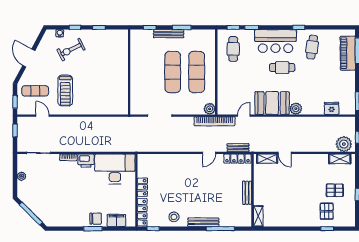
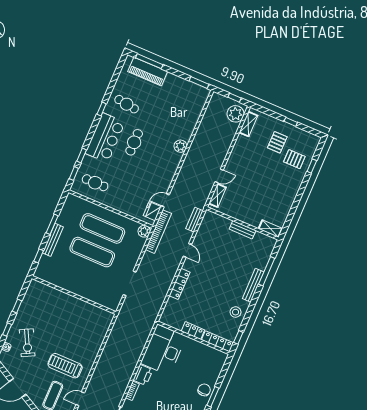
treadmill: (65, 91) -> (65, 366), turned 180
booth: (272, 103) -> (165, 167), removed
fridge: (332, 108) -> (152, 211), moved
door: (244, 116) -> (165, 200), hinge flipped
locker: (237, 159) -> (180, 284), moved
filing cabinet: (116, 220) -> (215, 370), removed

